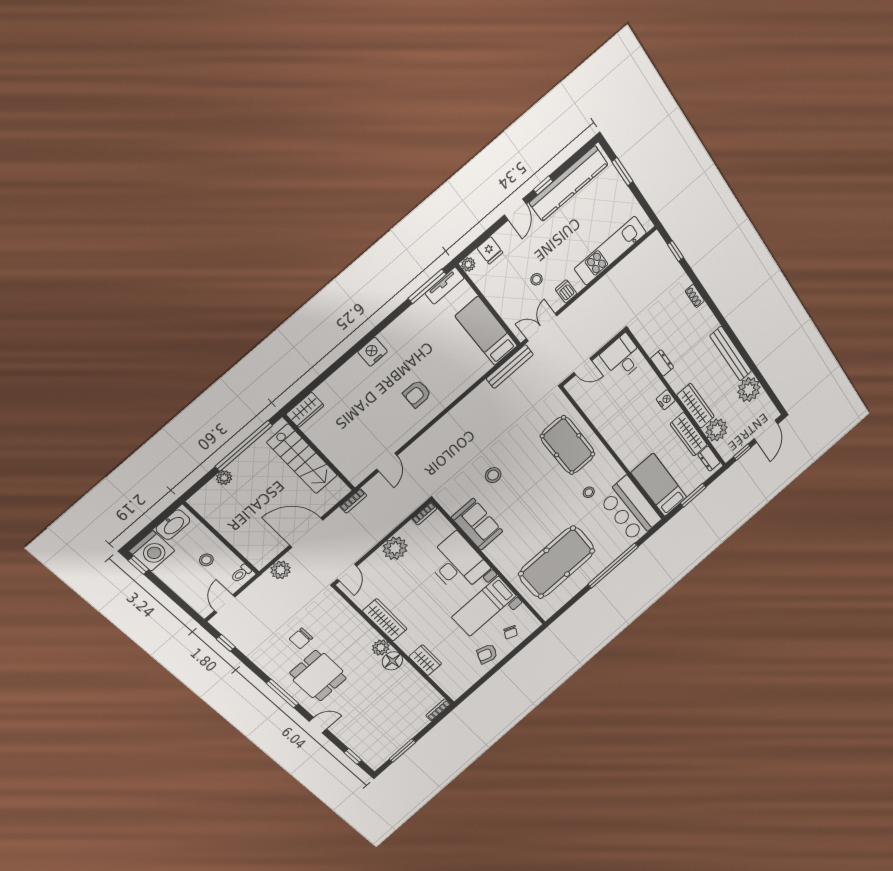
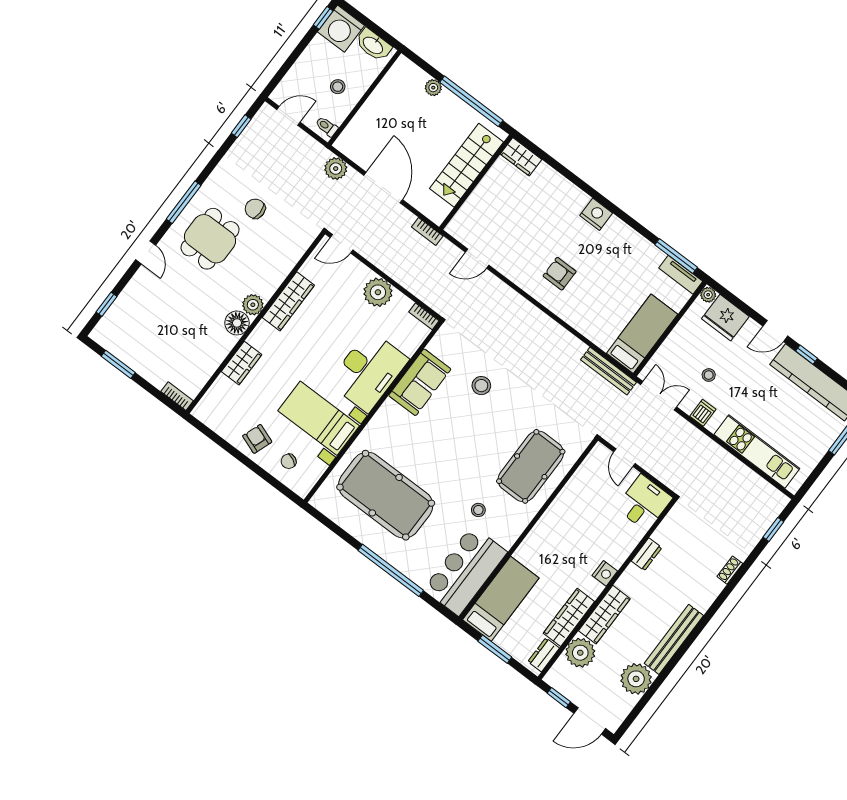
fridge: (490, 250) -> (725, 318), width x1.88, depth x1.34

